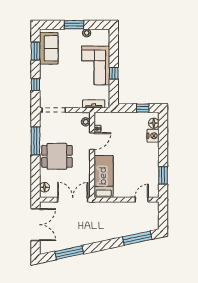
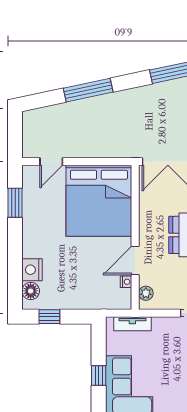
bed: (104, 176) -> (99, 201), width x2.04
window: (137, 238) -> (88, 90), moved

